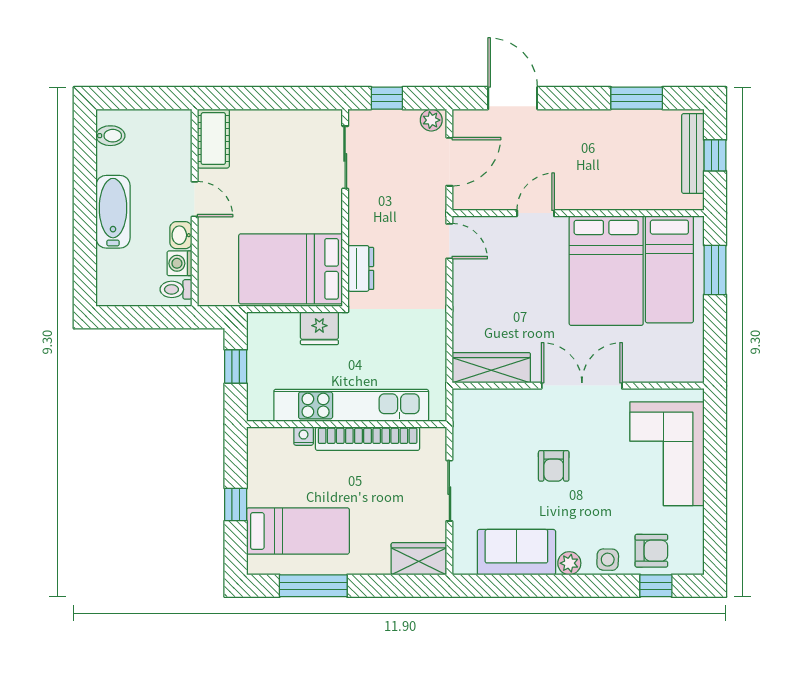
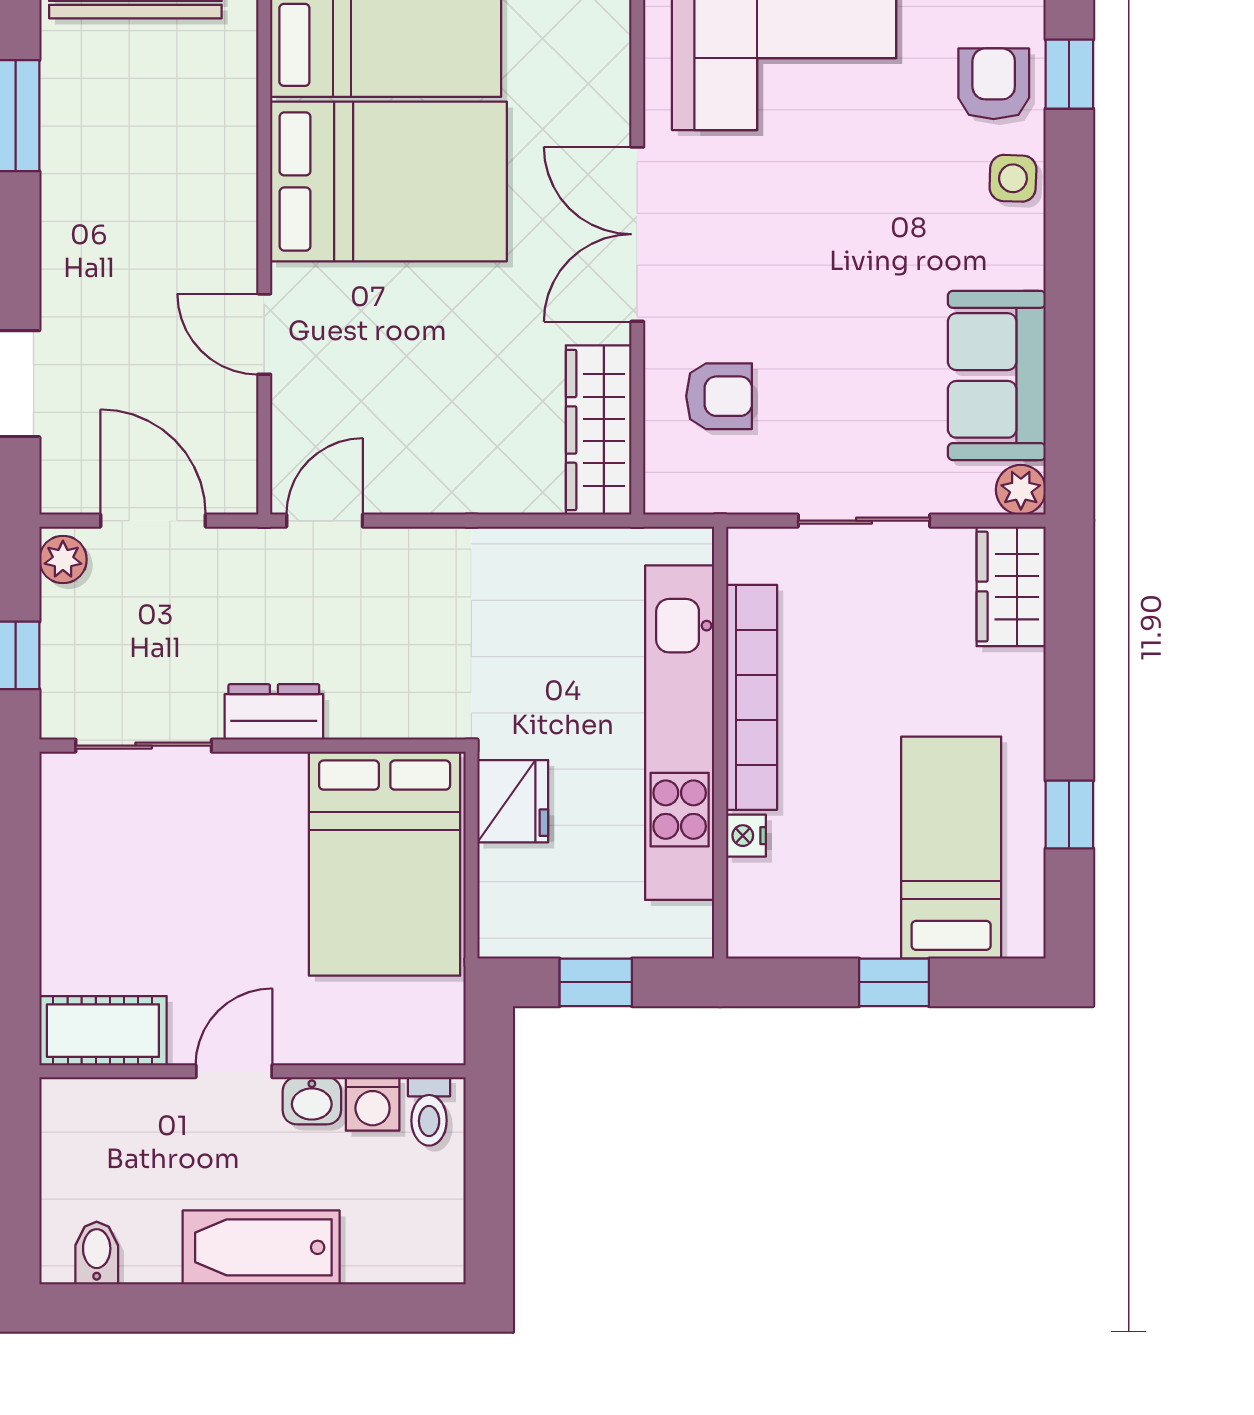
dresser: (361, 268) -> (274, 712), moved
armchair: (554, 466) -> (719, 396), moved
plant: (569, 563) -> (1021, 490), moved
window: (313, 586) -> (1069, 815), width x0.46

